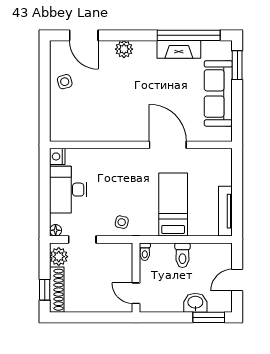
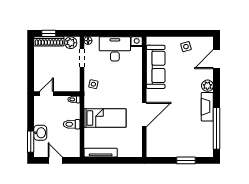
fireplace: (179, 49) -> (207, 107), moved
window: (237, 65) -> (186, 160), moved
sofa: (218, 93) -> (156, 67), moved, turned 90

